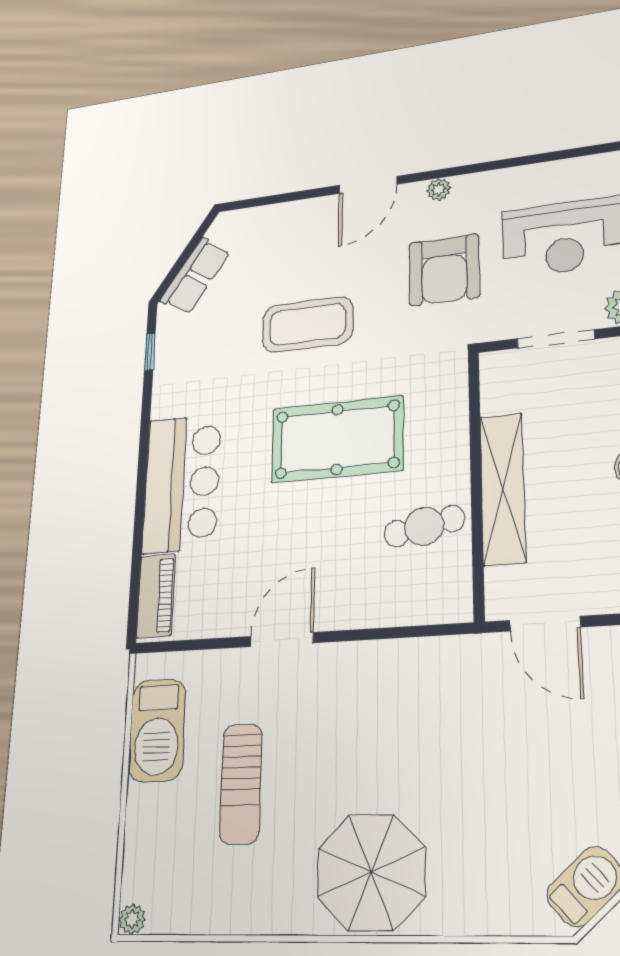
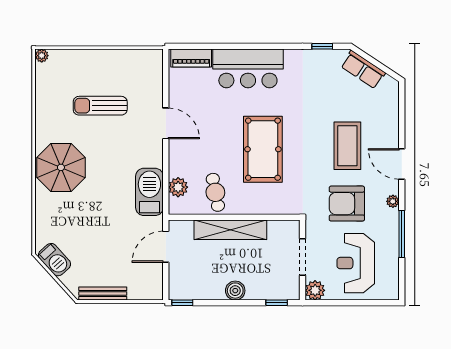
window: (502, 164) -> (402, 234), added
coffee table: (308, 325) -> (347, 146), moved
plant: (414, 605) -> (178, 187), added
barbecue: (157, 730) -> (149, 192), moved, turned 90

